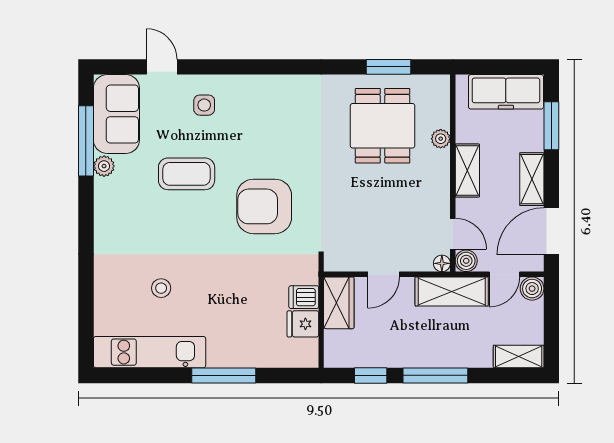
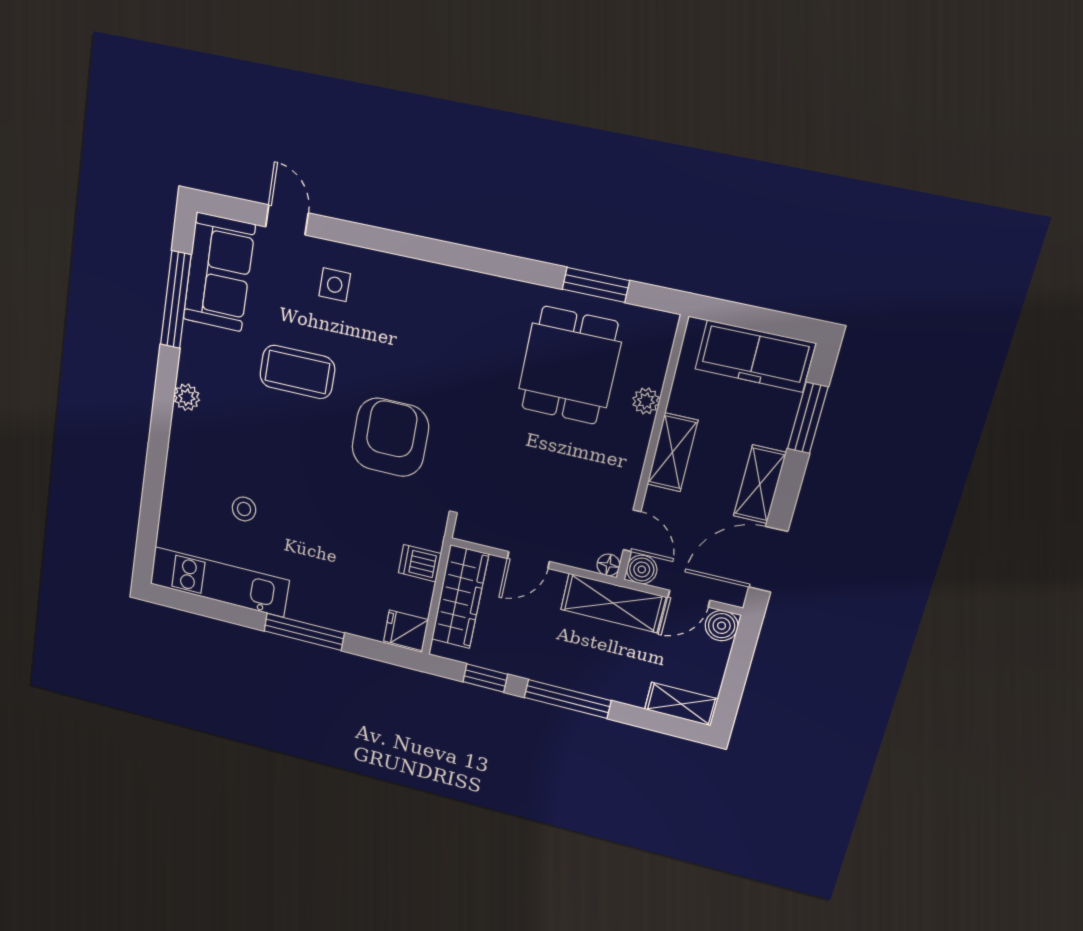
plant: (104, 166) -> (187, 397), moved
armchair: (264, 206) -> (390, 437), turned 90
wardrobe: (339, 303) -> (460, 597), width x1.50
fridge: (303, 324) -> (406, 630), moved

